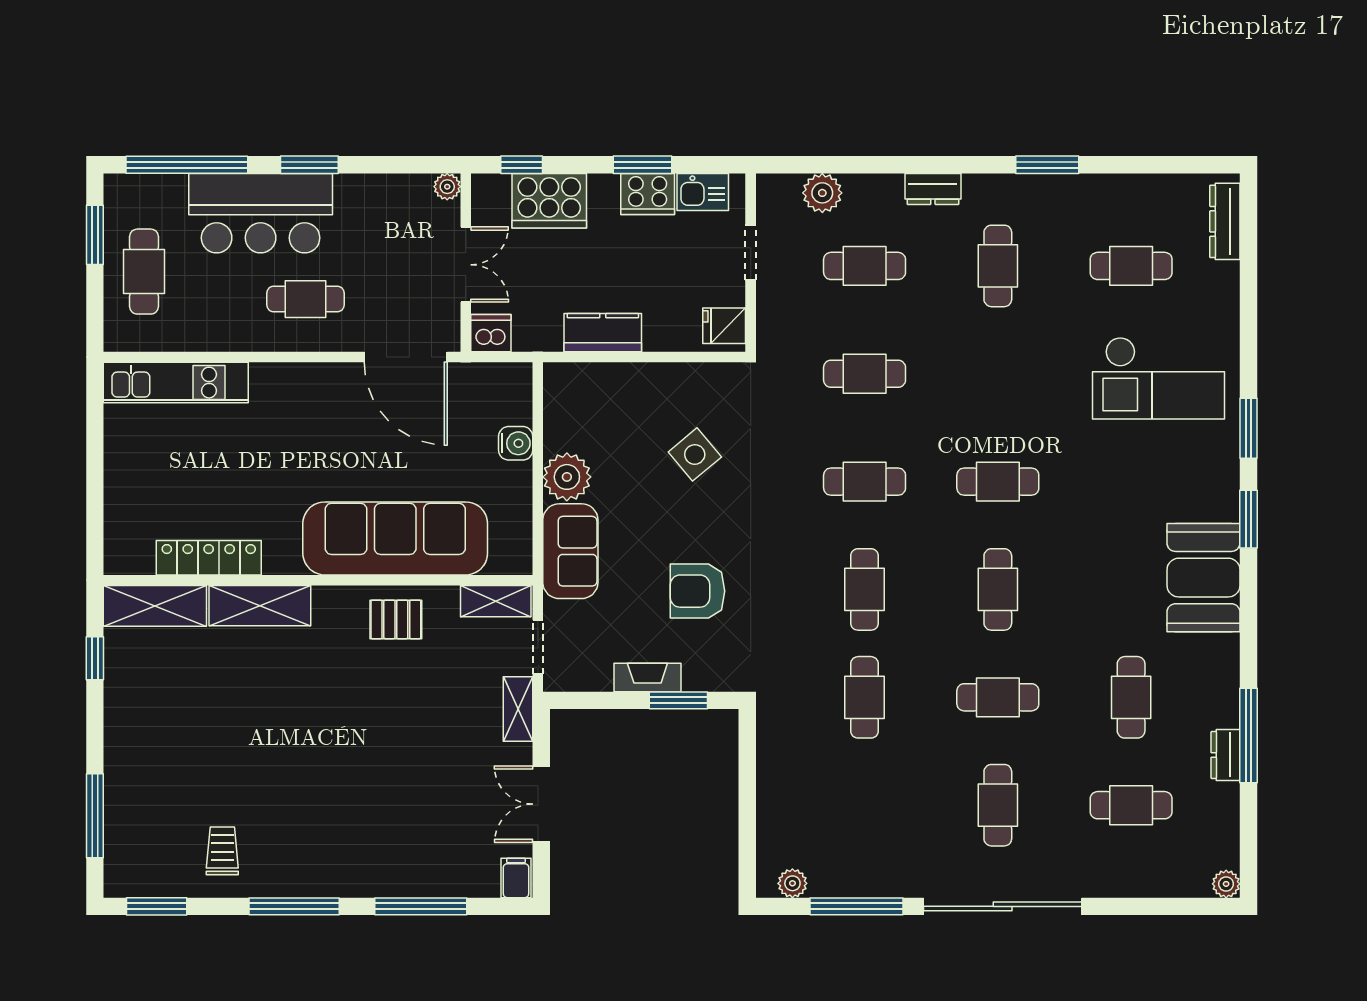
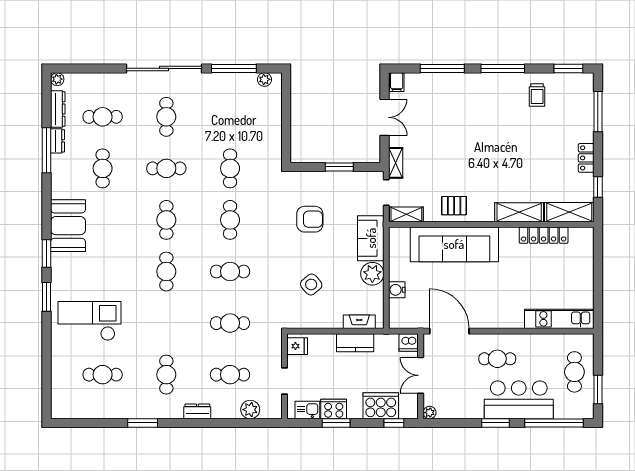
dresser: (1225, 221) -> (58, 109), moved
cafe table: (998, 482) -> (166, 272), turned 90
fireplace: (647, 677) -> (359, 322), moved, turned 180
window: (678, 700) -> (339, 167), moved
locker: (120, 719) -> (586, 158), added

